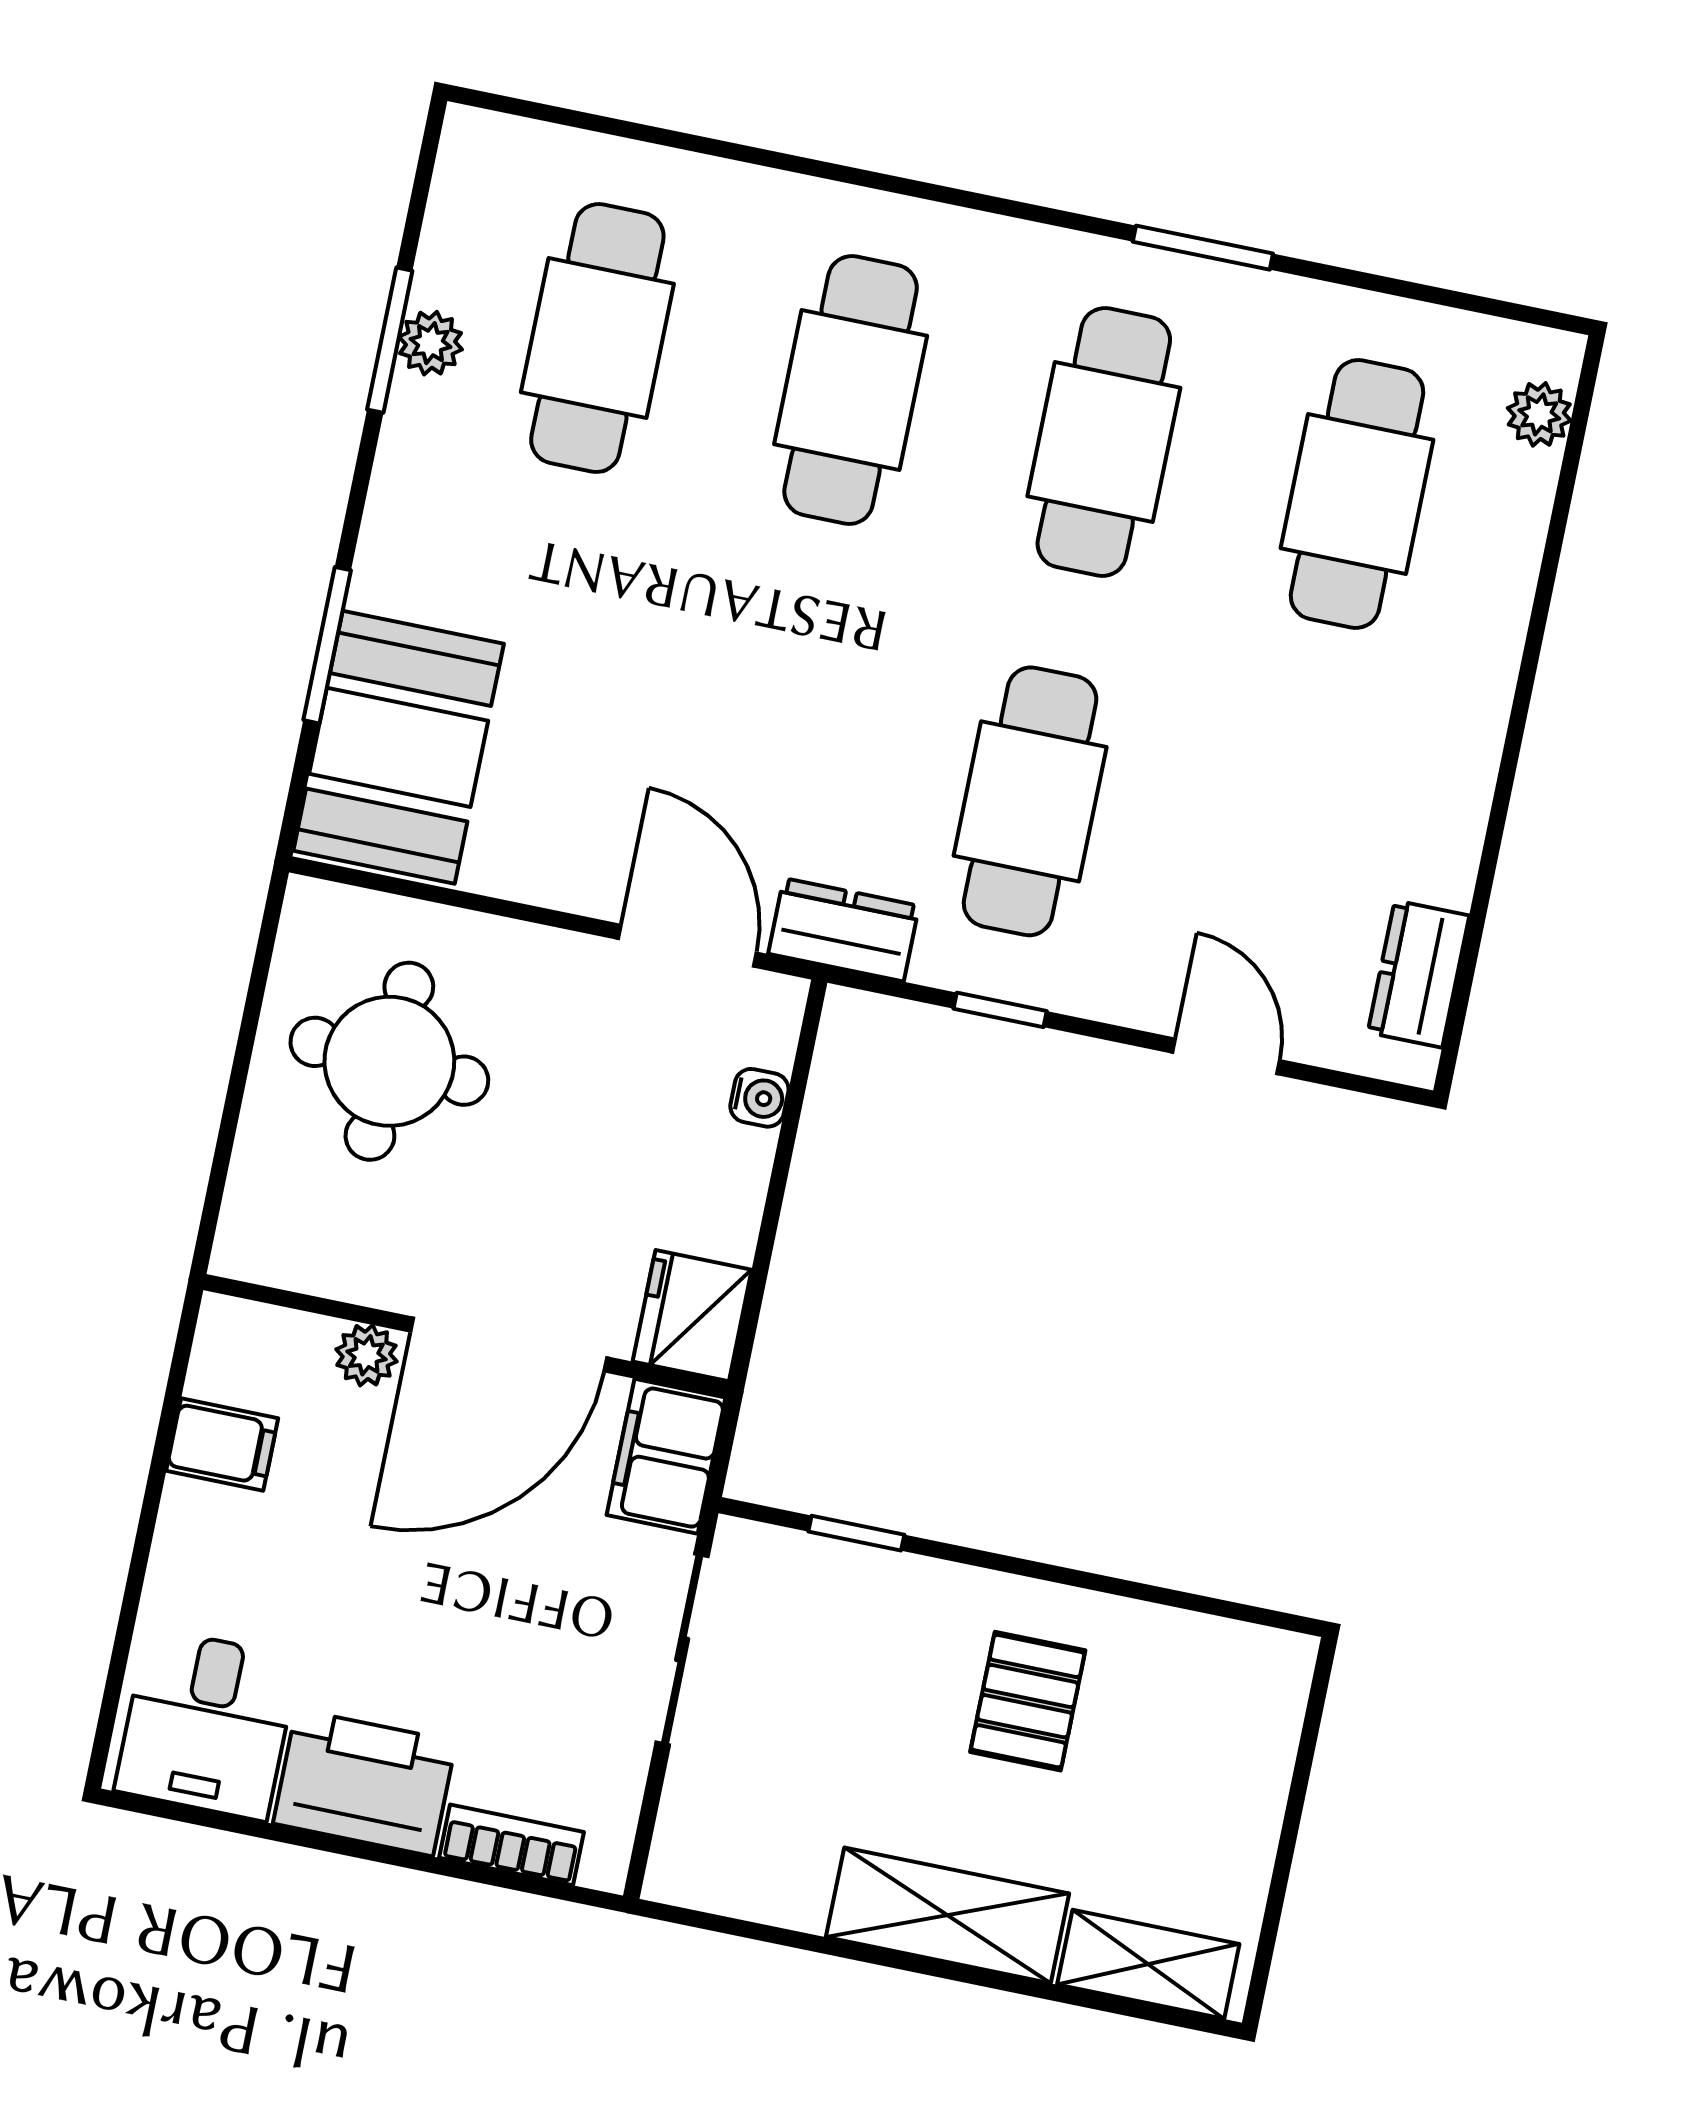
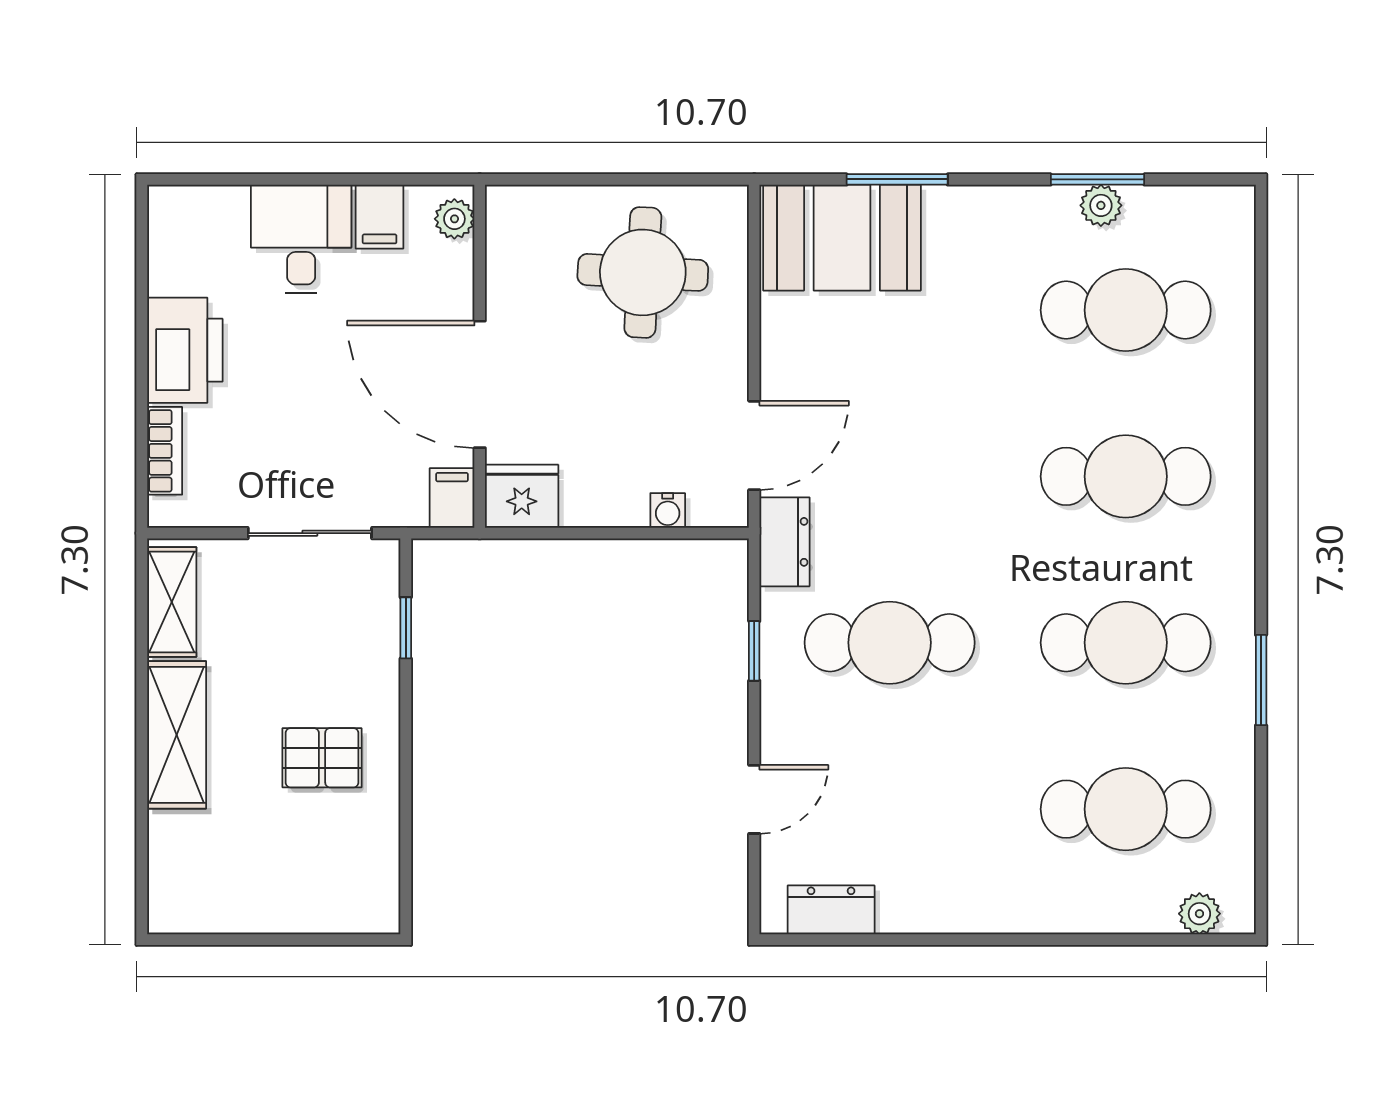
plant: (366, 1355) -> (454, 219), moved
filing cabinet: (666, 1456) -> (452, 498), width x0.50
desk: (207, 1724) -> (301, 239), moved, turned 90
shelving: (1148, 1964) -> (172, 602), moved

